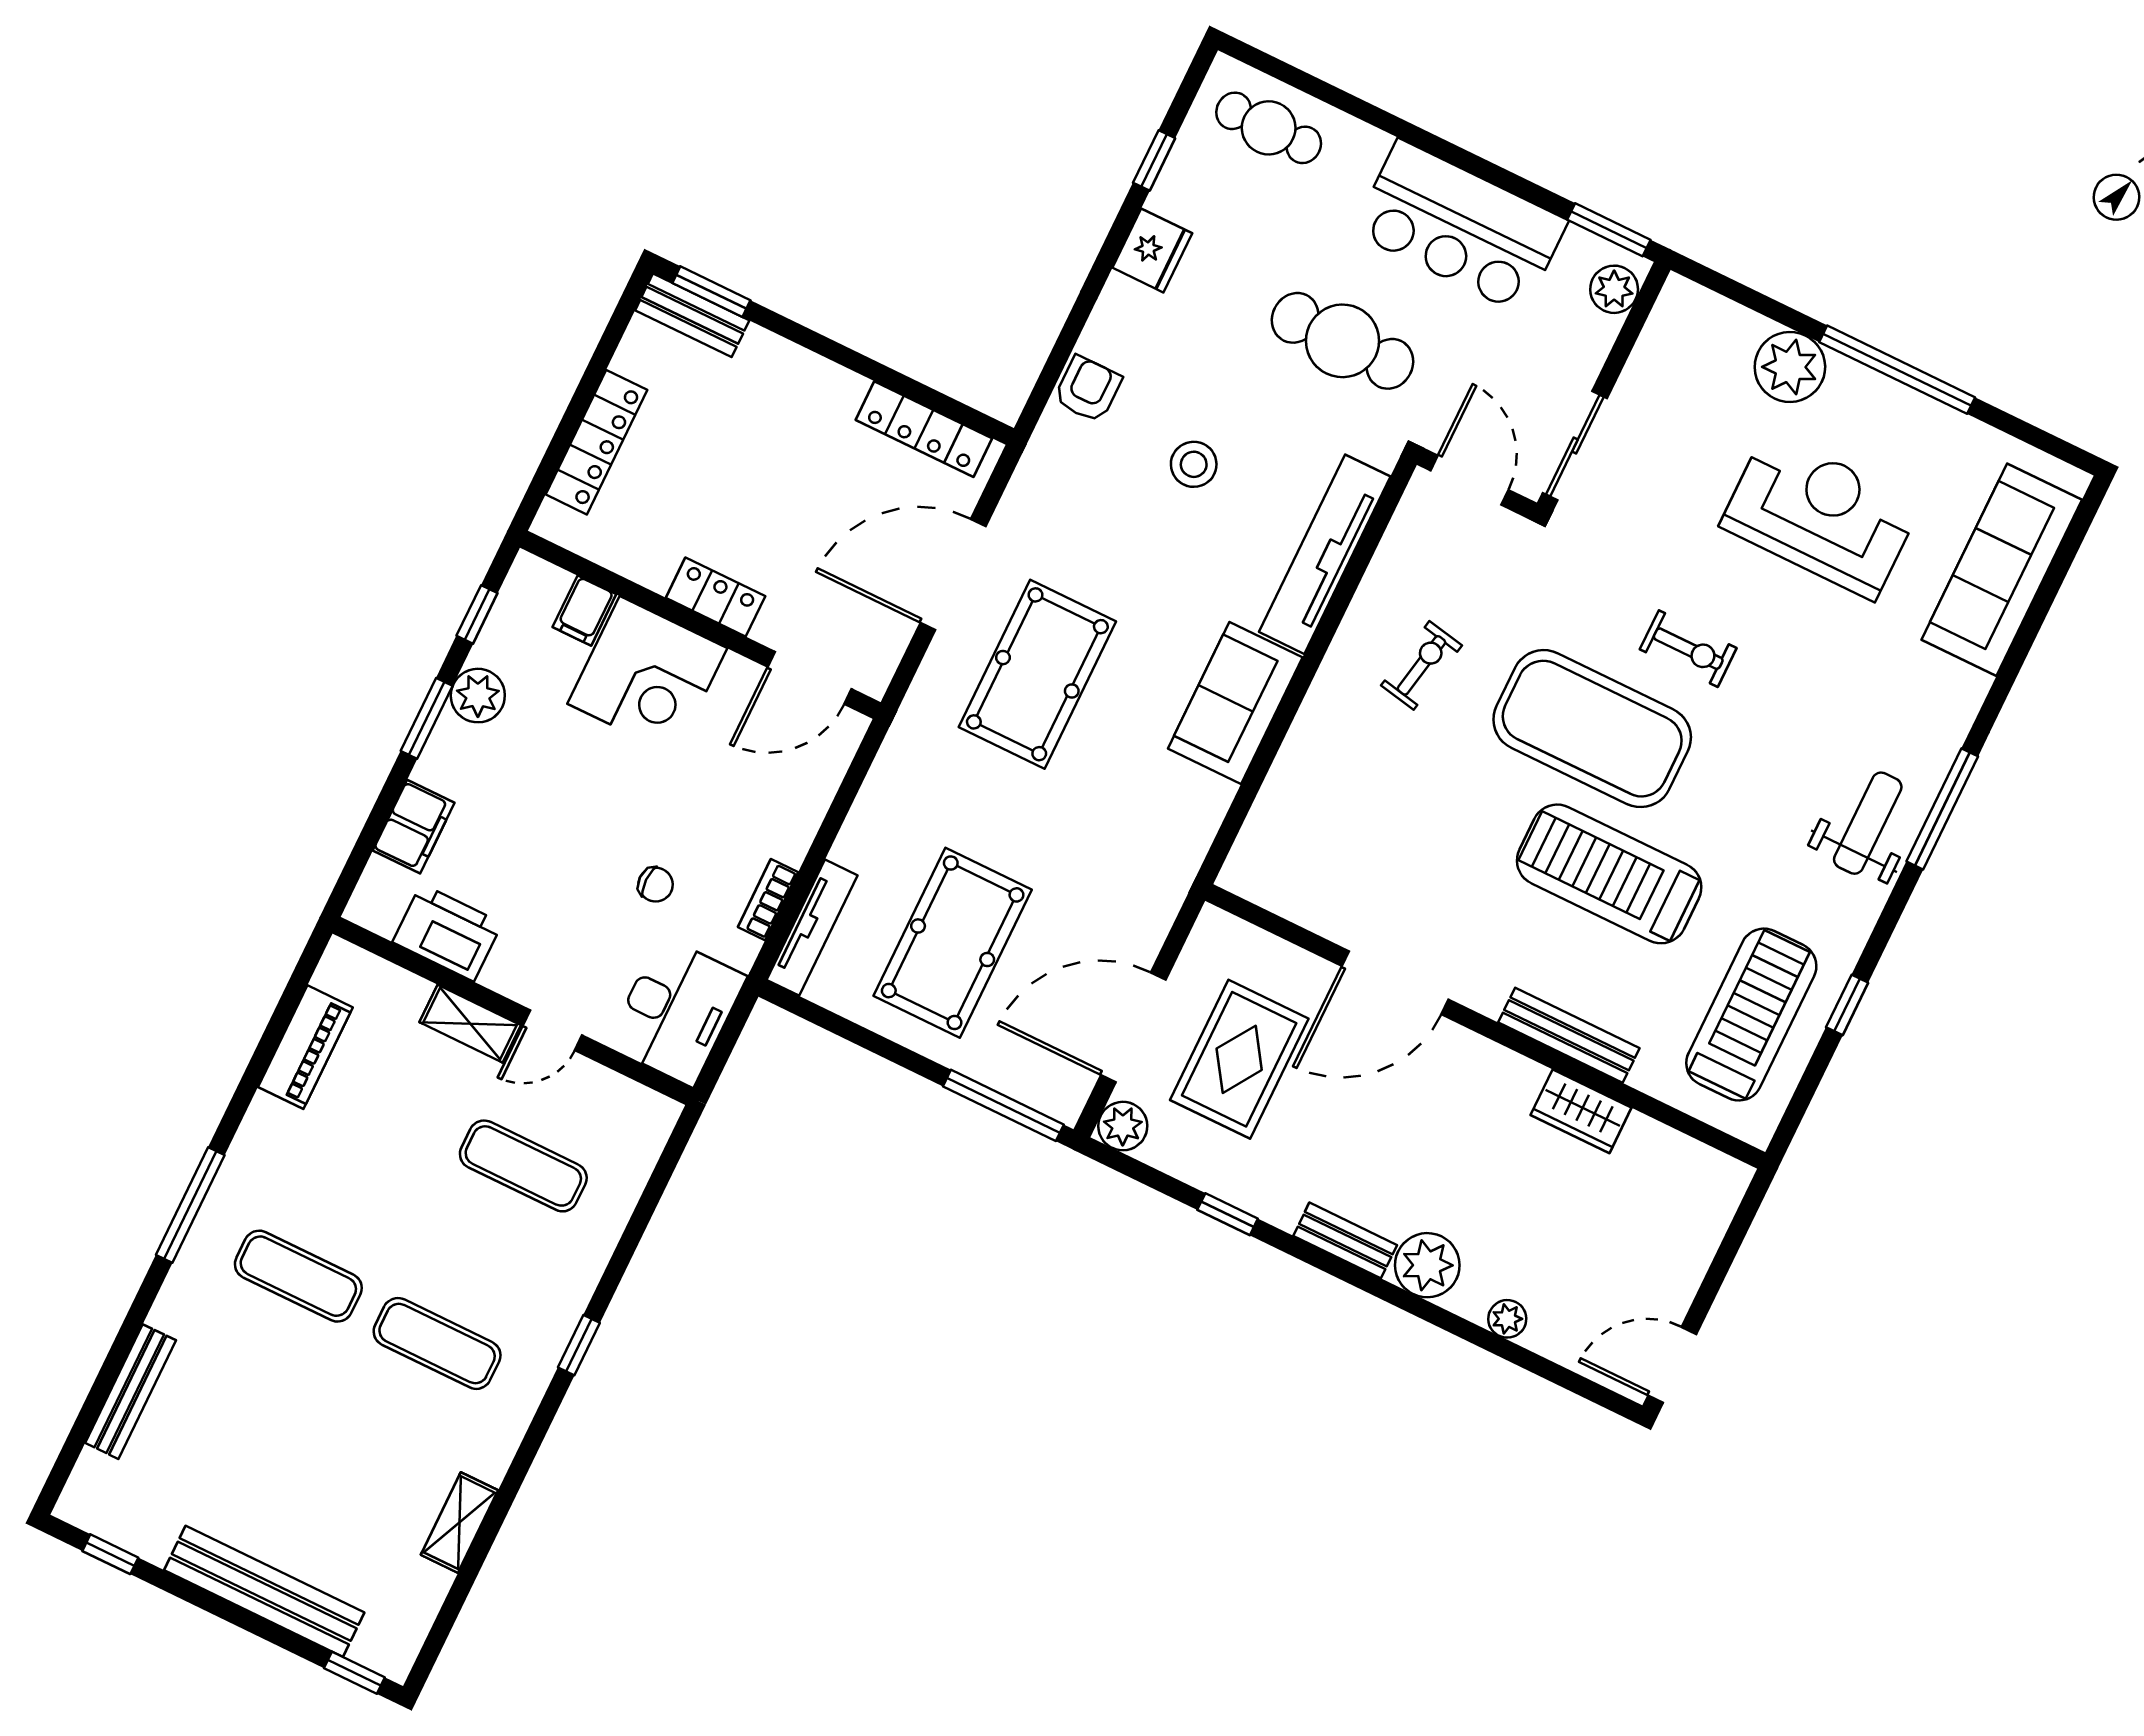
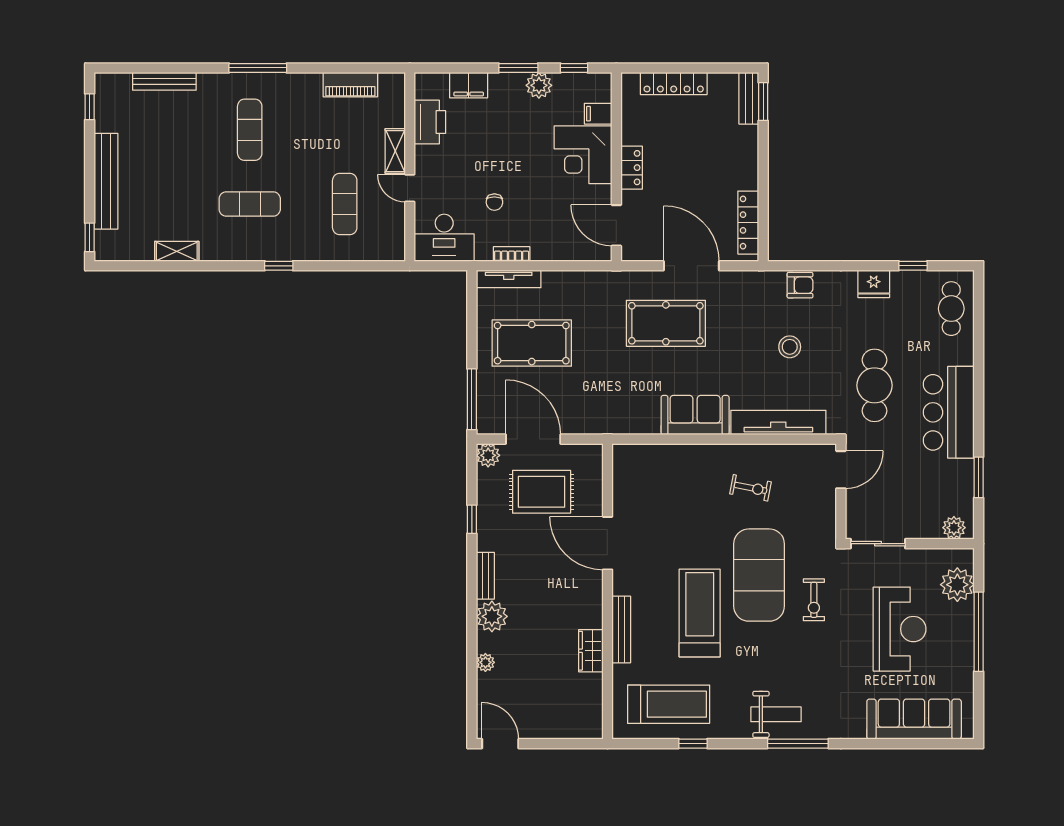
plant: (1614, 289) -> (954, 528), moved
wall: (1604, 386) -> (910, 544), moved
sliding door: (1575, 446) -> (878, 544), moved
exercise mat: (437, 1343) -> (250, 204), turned 90

